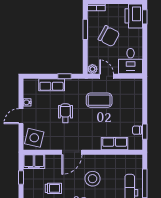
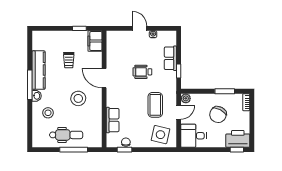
wheelchair: (65, 113) -> (142, 72), turned 180
side table: (34, 138) -> (160, 135), moved

